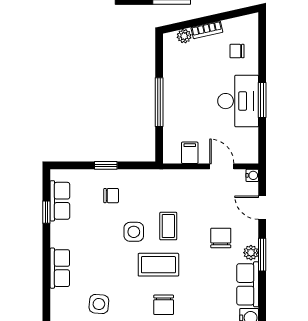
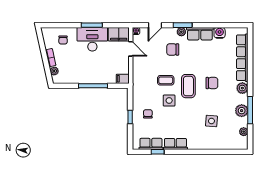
filing cabinet: (247, 146) -> (119, 34), added
filing cabinet: (190, 153) -> (123, 79), moved
door: (222, 166) -> (131, 49), swing flipped
row of seats: (60, 268) -> (175, 144), moved

